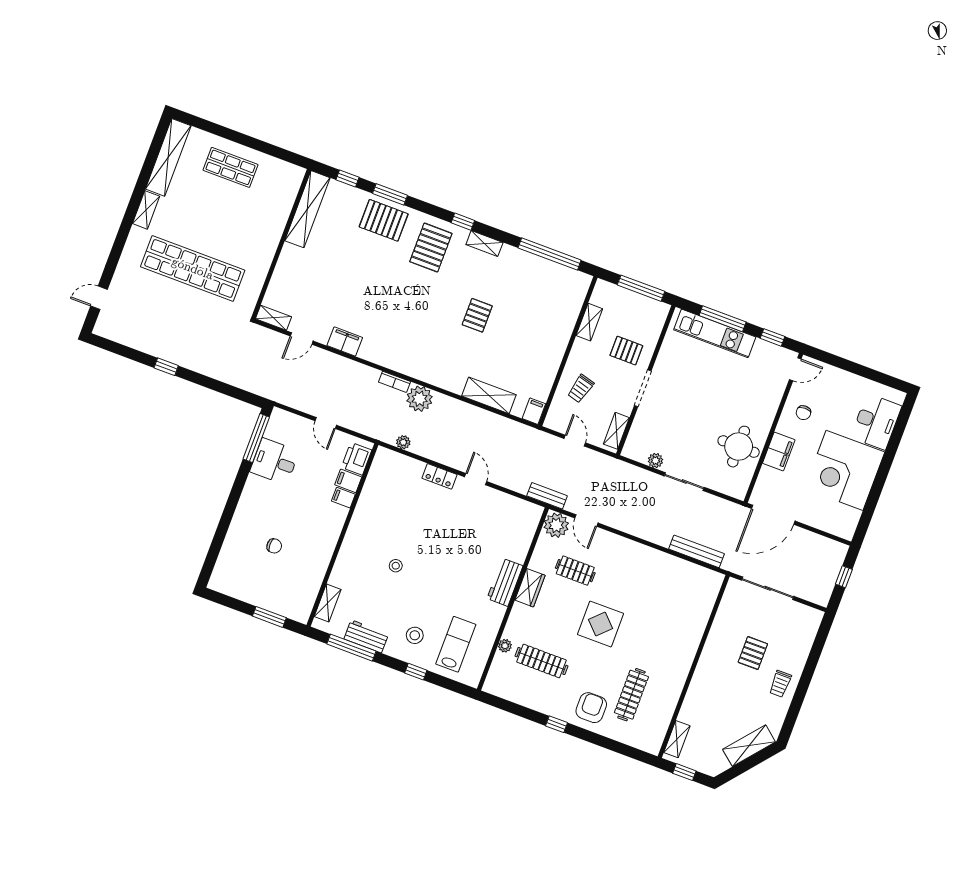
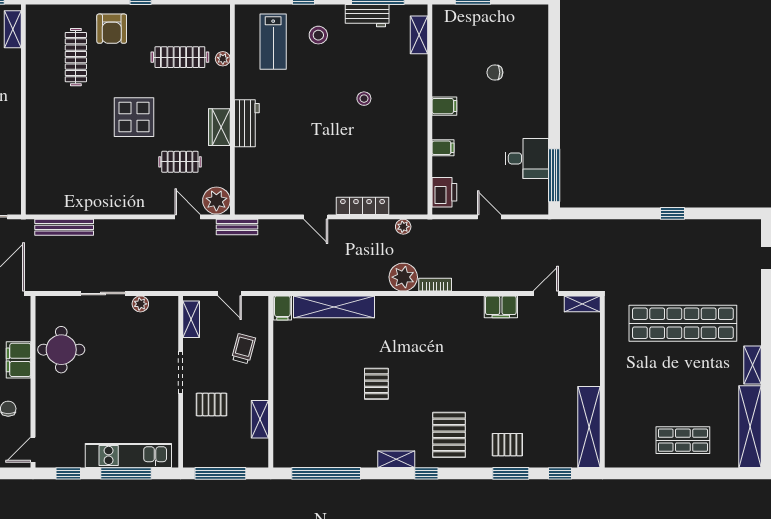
pallet: (384, 220) -> (507, 445), width x0.67, depth x0.71
shelving: (489, 395) -> (334, 307), width x1.47
locker: (439, 476) -> (363, 206), width x1.53
filing cabinet: (348, 481) -> (444, 106), moved

